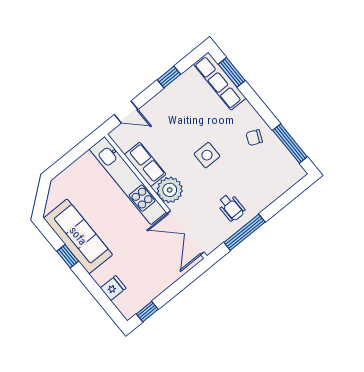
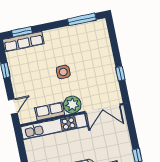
chair: (254, 138) -> (67, 39), removed
wheelchair: (231, 207) -> (102, 74), removed
window: (244, 232) -> (120, 74), width x0.46

